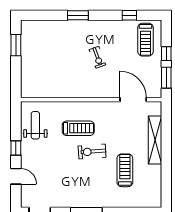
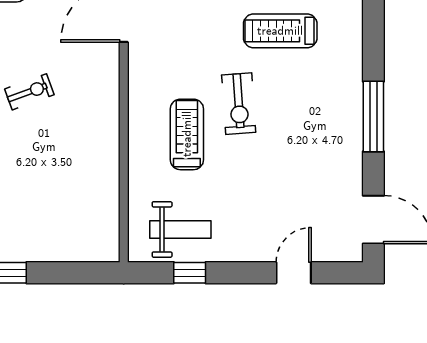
weight bench: (35, 125) -> (180, 229), turned 180
window: (16, 148) -> (190, 273), moved

